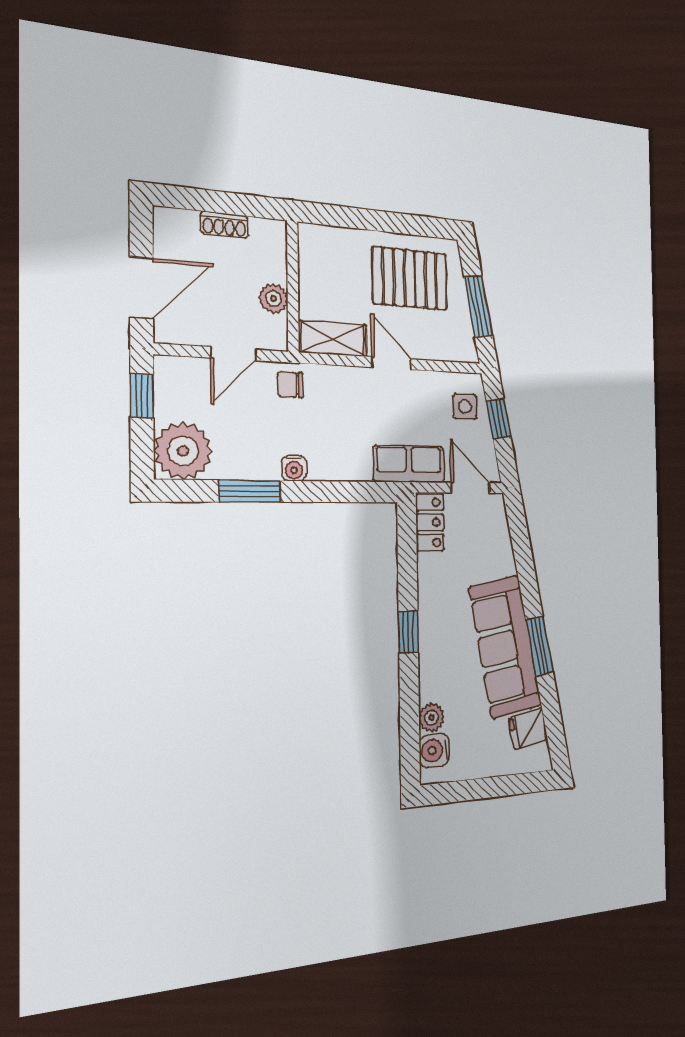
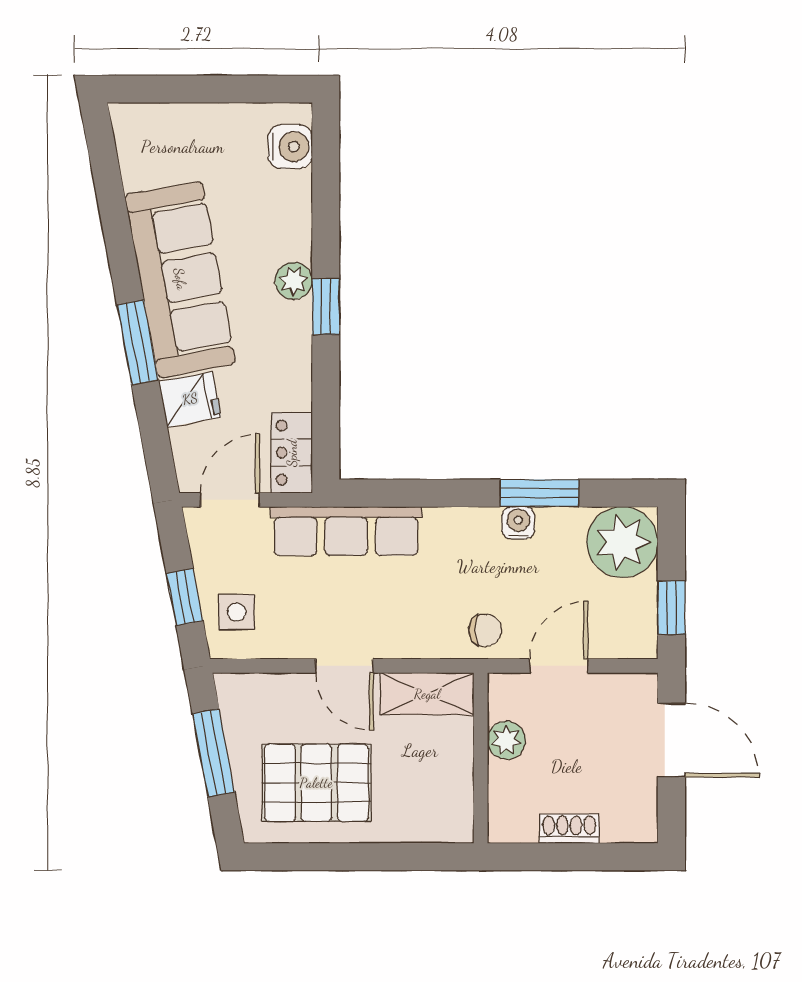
door: (141, 288) -> (671, 740), swing flipped
row of seats: (409, 464) -> (346, 531), width x1.48
water cooler: (294, 468) -> (518, 523), moved
door: (470, 488) -> (230, 500), swing flipped
window: (540, 646) -> (138, 342), moved
plant: (432, 718) -> (294, 281), moved
fridge: (528, 729) -> (190, 399), moved

